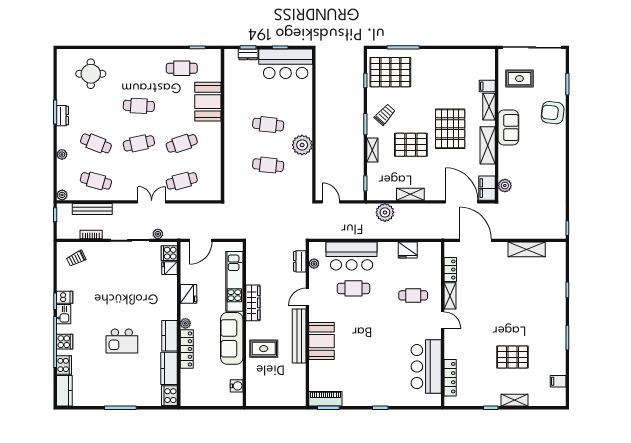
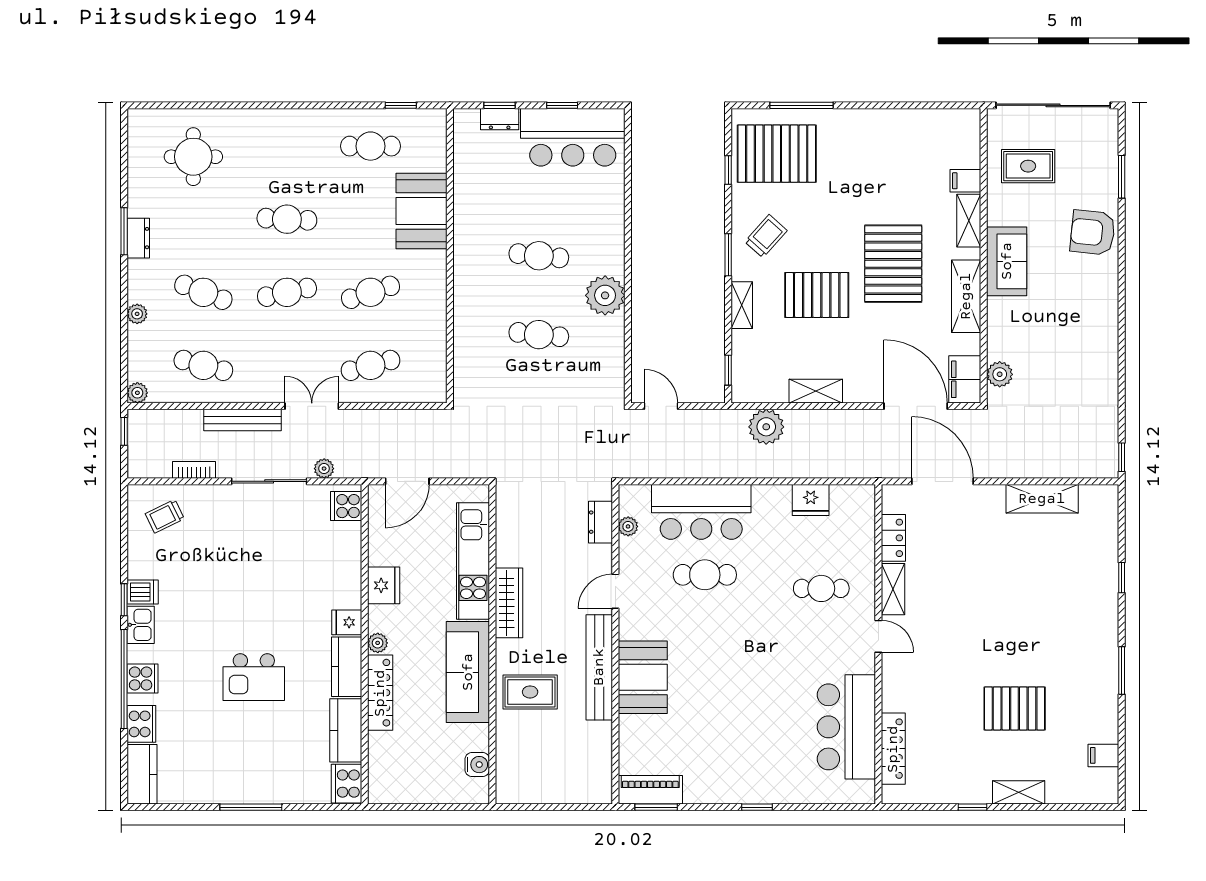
bench: (92, 209) -> (243, 420), moved
fridge: (170, 268) -> (347, 622), moved

